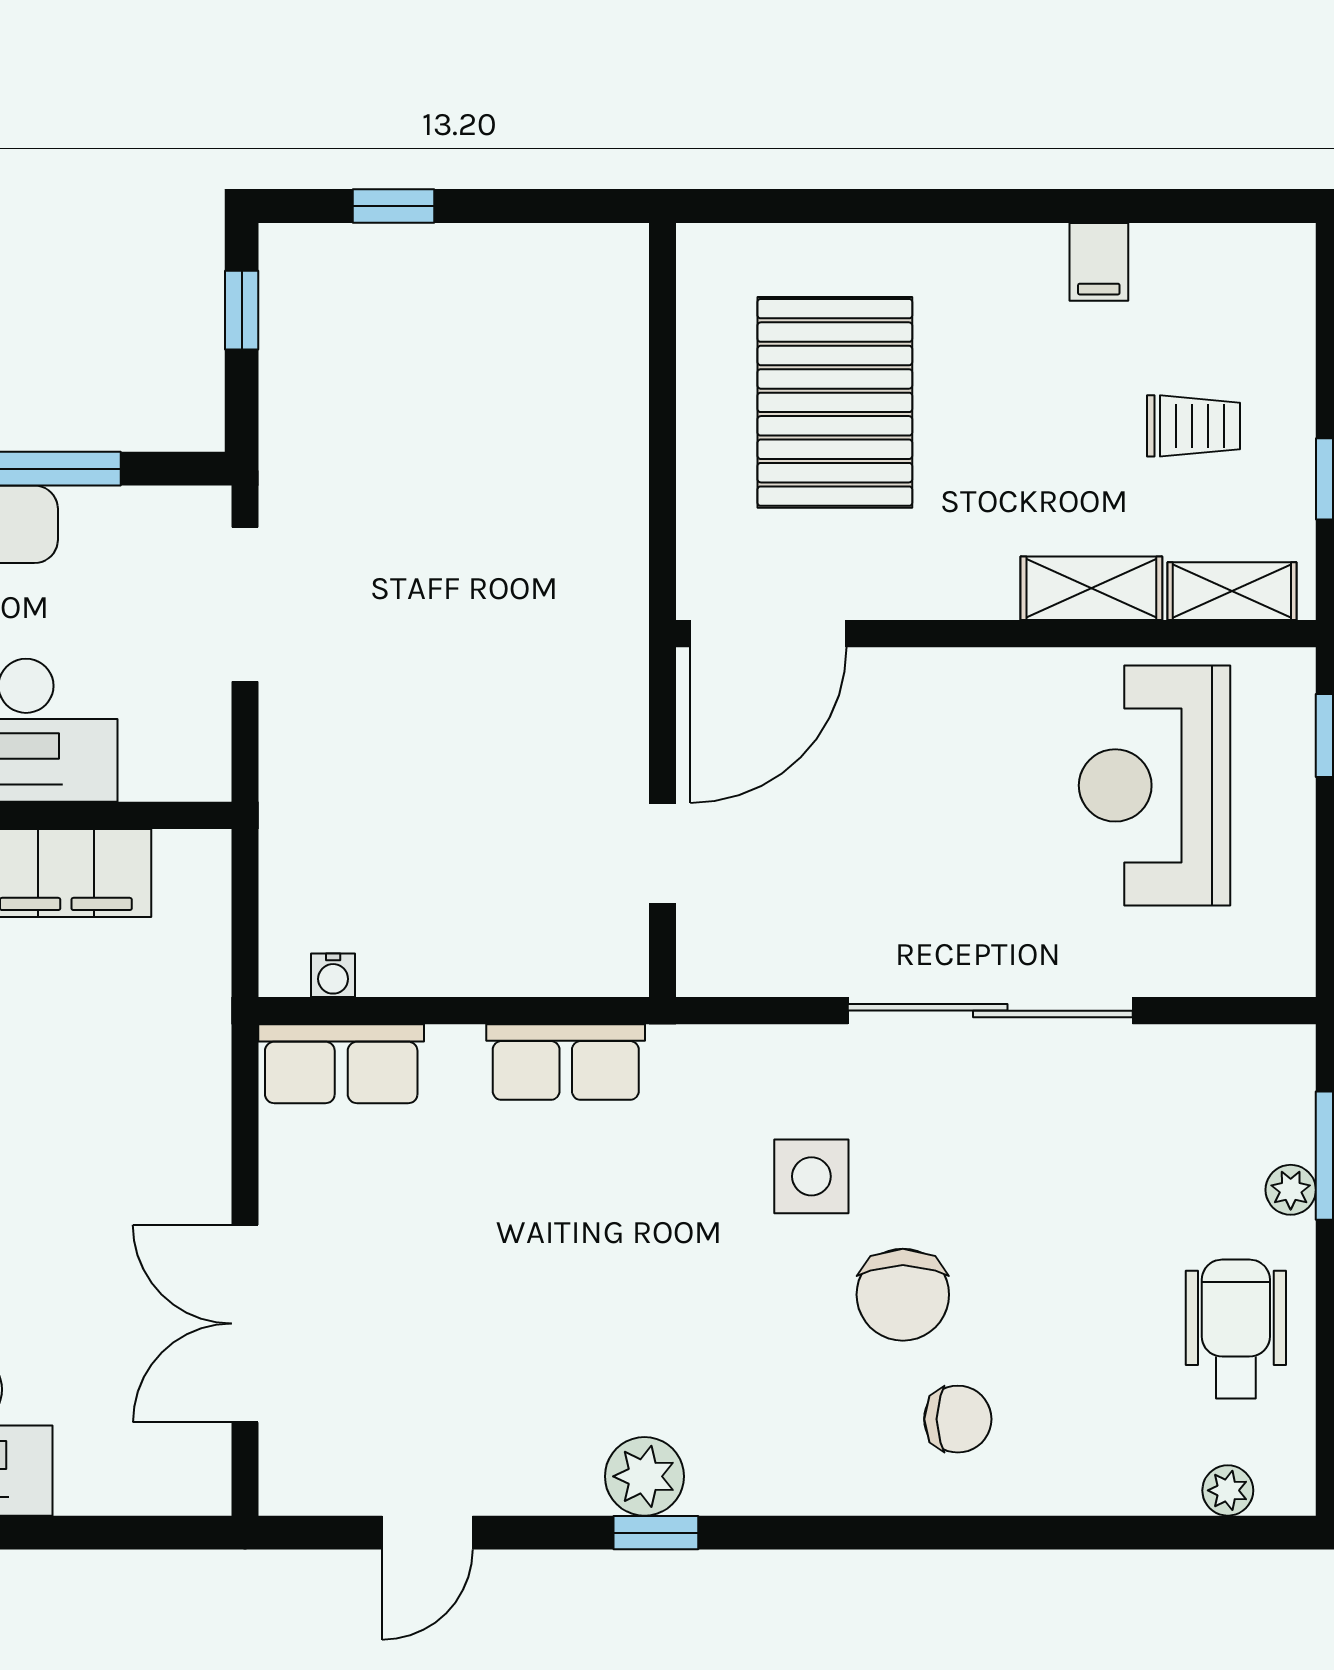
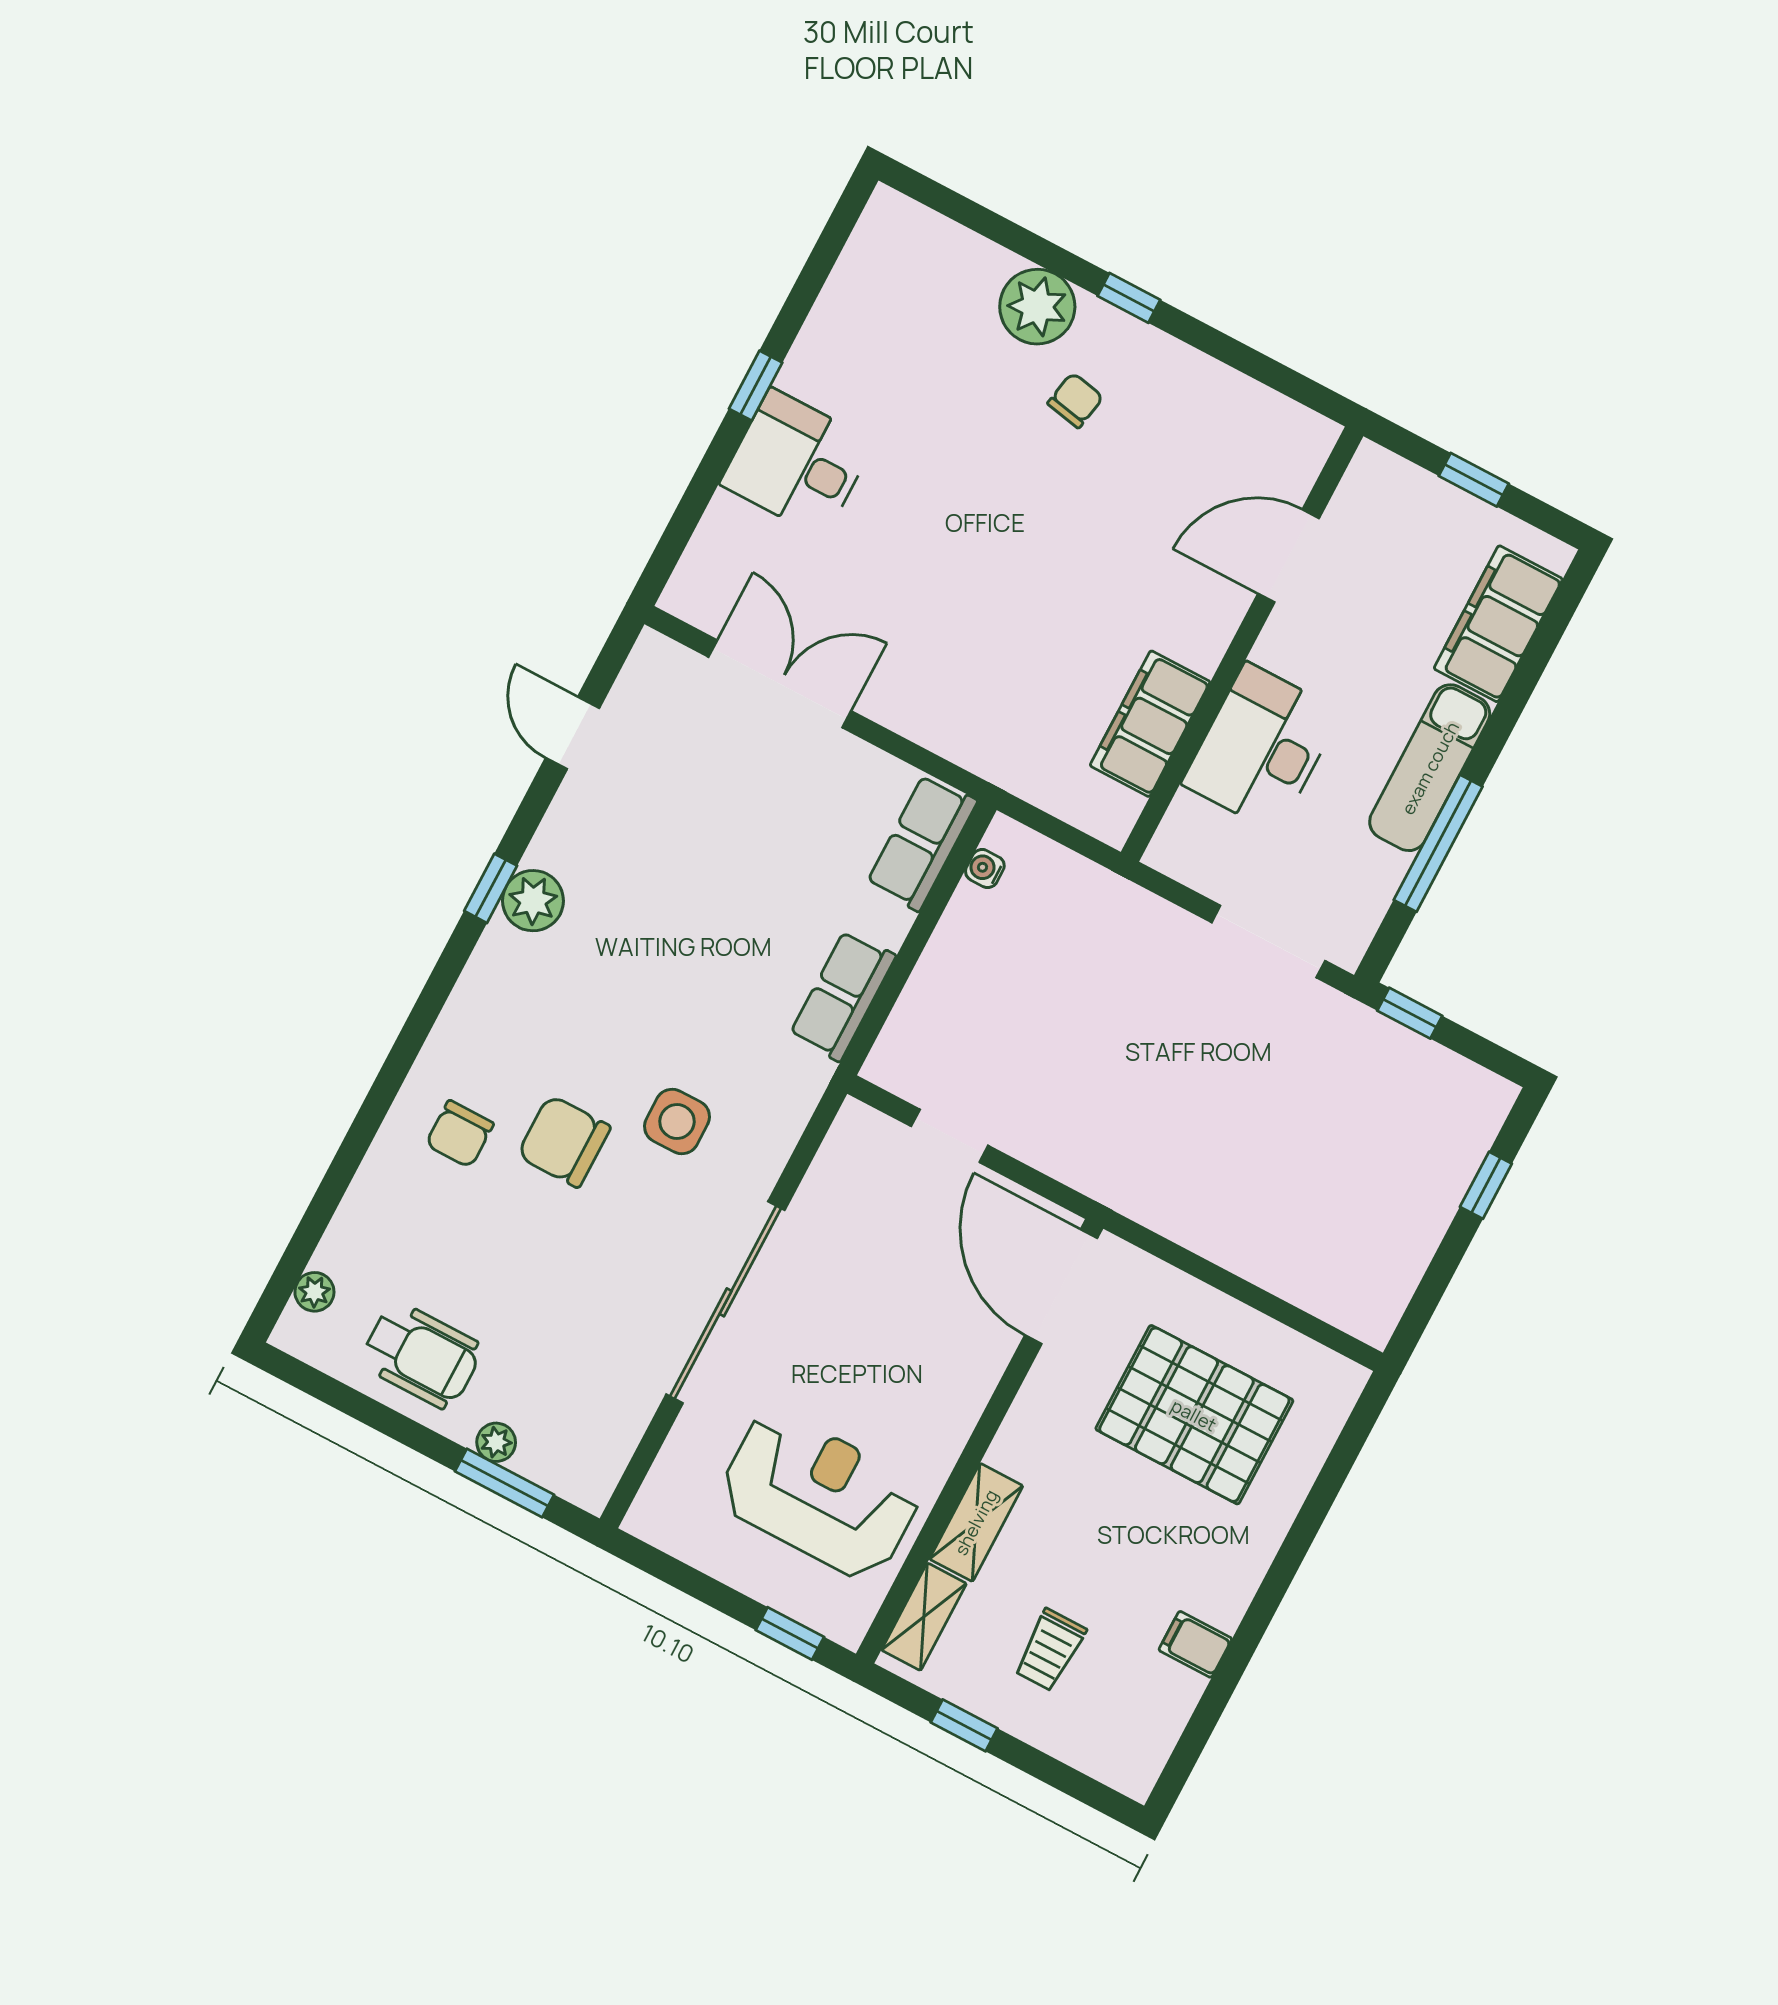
window: (242, 310) -> (1410, 1013), moved

